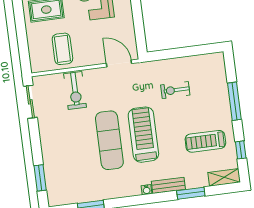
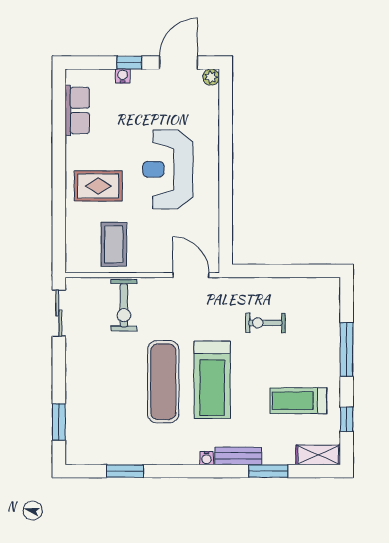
treadmill: (143, 135) -> (212, 380), turned 180

